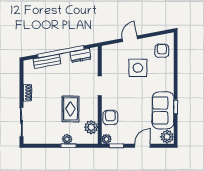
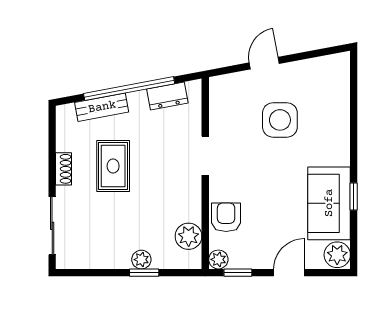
armchair: (162, 51) -> (327, 87), removed
rug: (71, 109) -> (113, 166), moved

